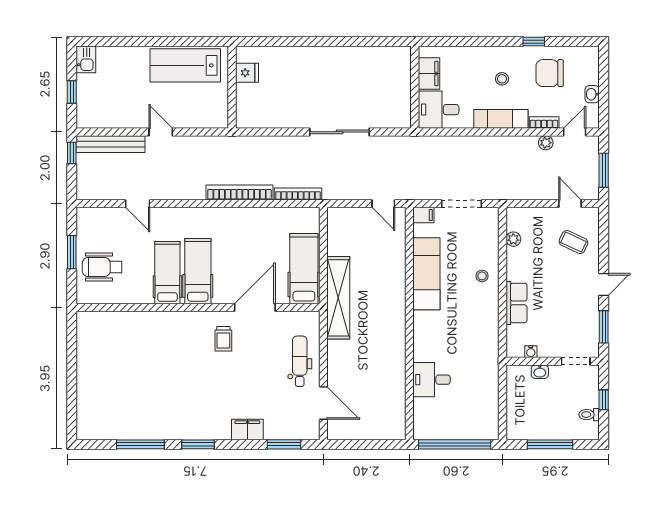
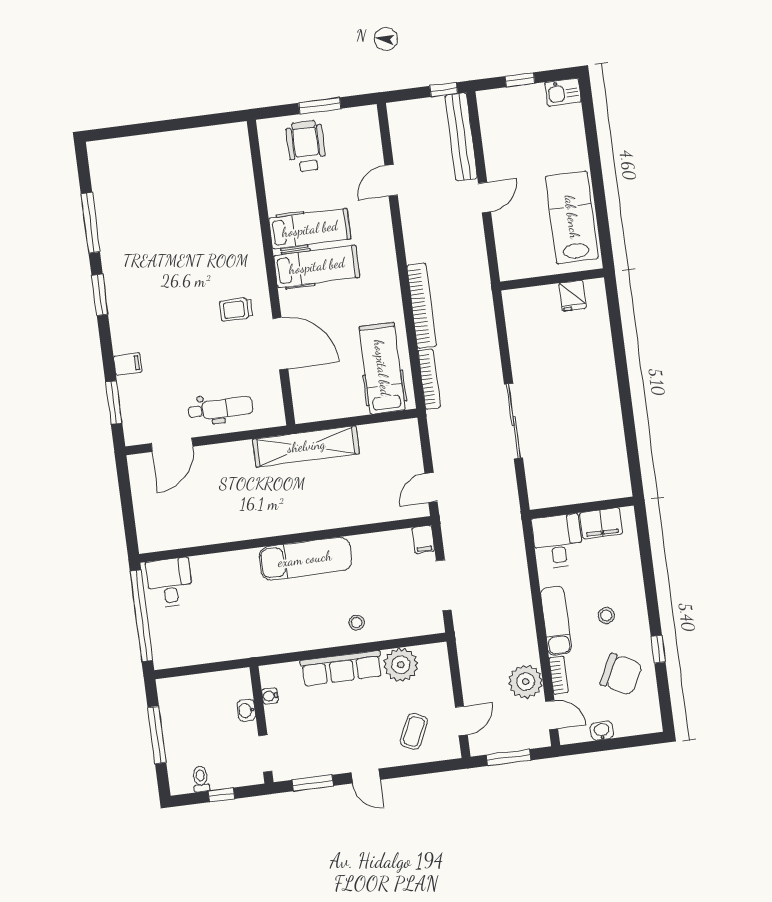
chair: (550, 73) -> (621, 674), turned 117
plant: (546, 143) -> (526, 682), width x1.87, depth x1.87
plant: (513, 239) -> (401, 665), width x1.88, depth x1.88
hospital bed: (304, 269) -> (382, 368), moved, turned -90
exam couch: (426, 274) -> (305, 559), moved
row of seats: (516, 303) -> (341, 668), width x1.48
desk: (432, 380) -> (170, 583), moved
filing cabinet: (247, 430) -> (128, 364), width x0.50

